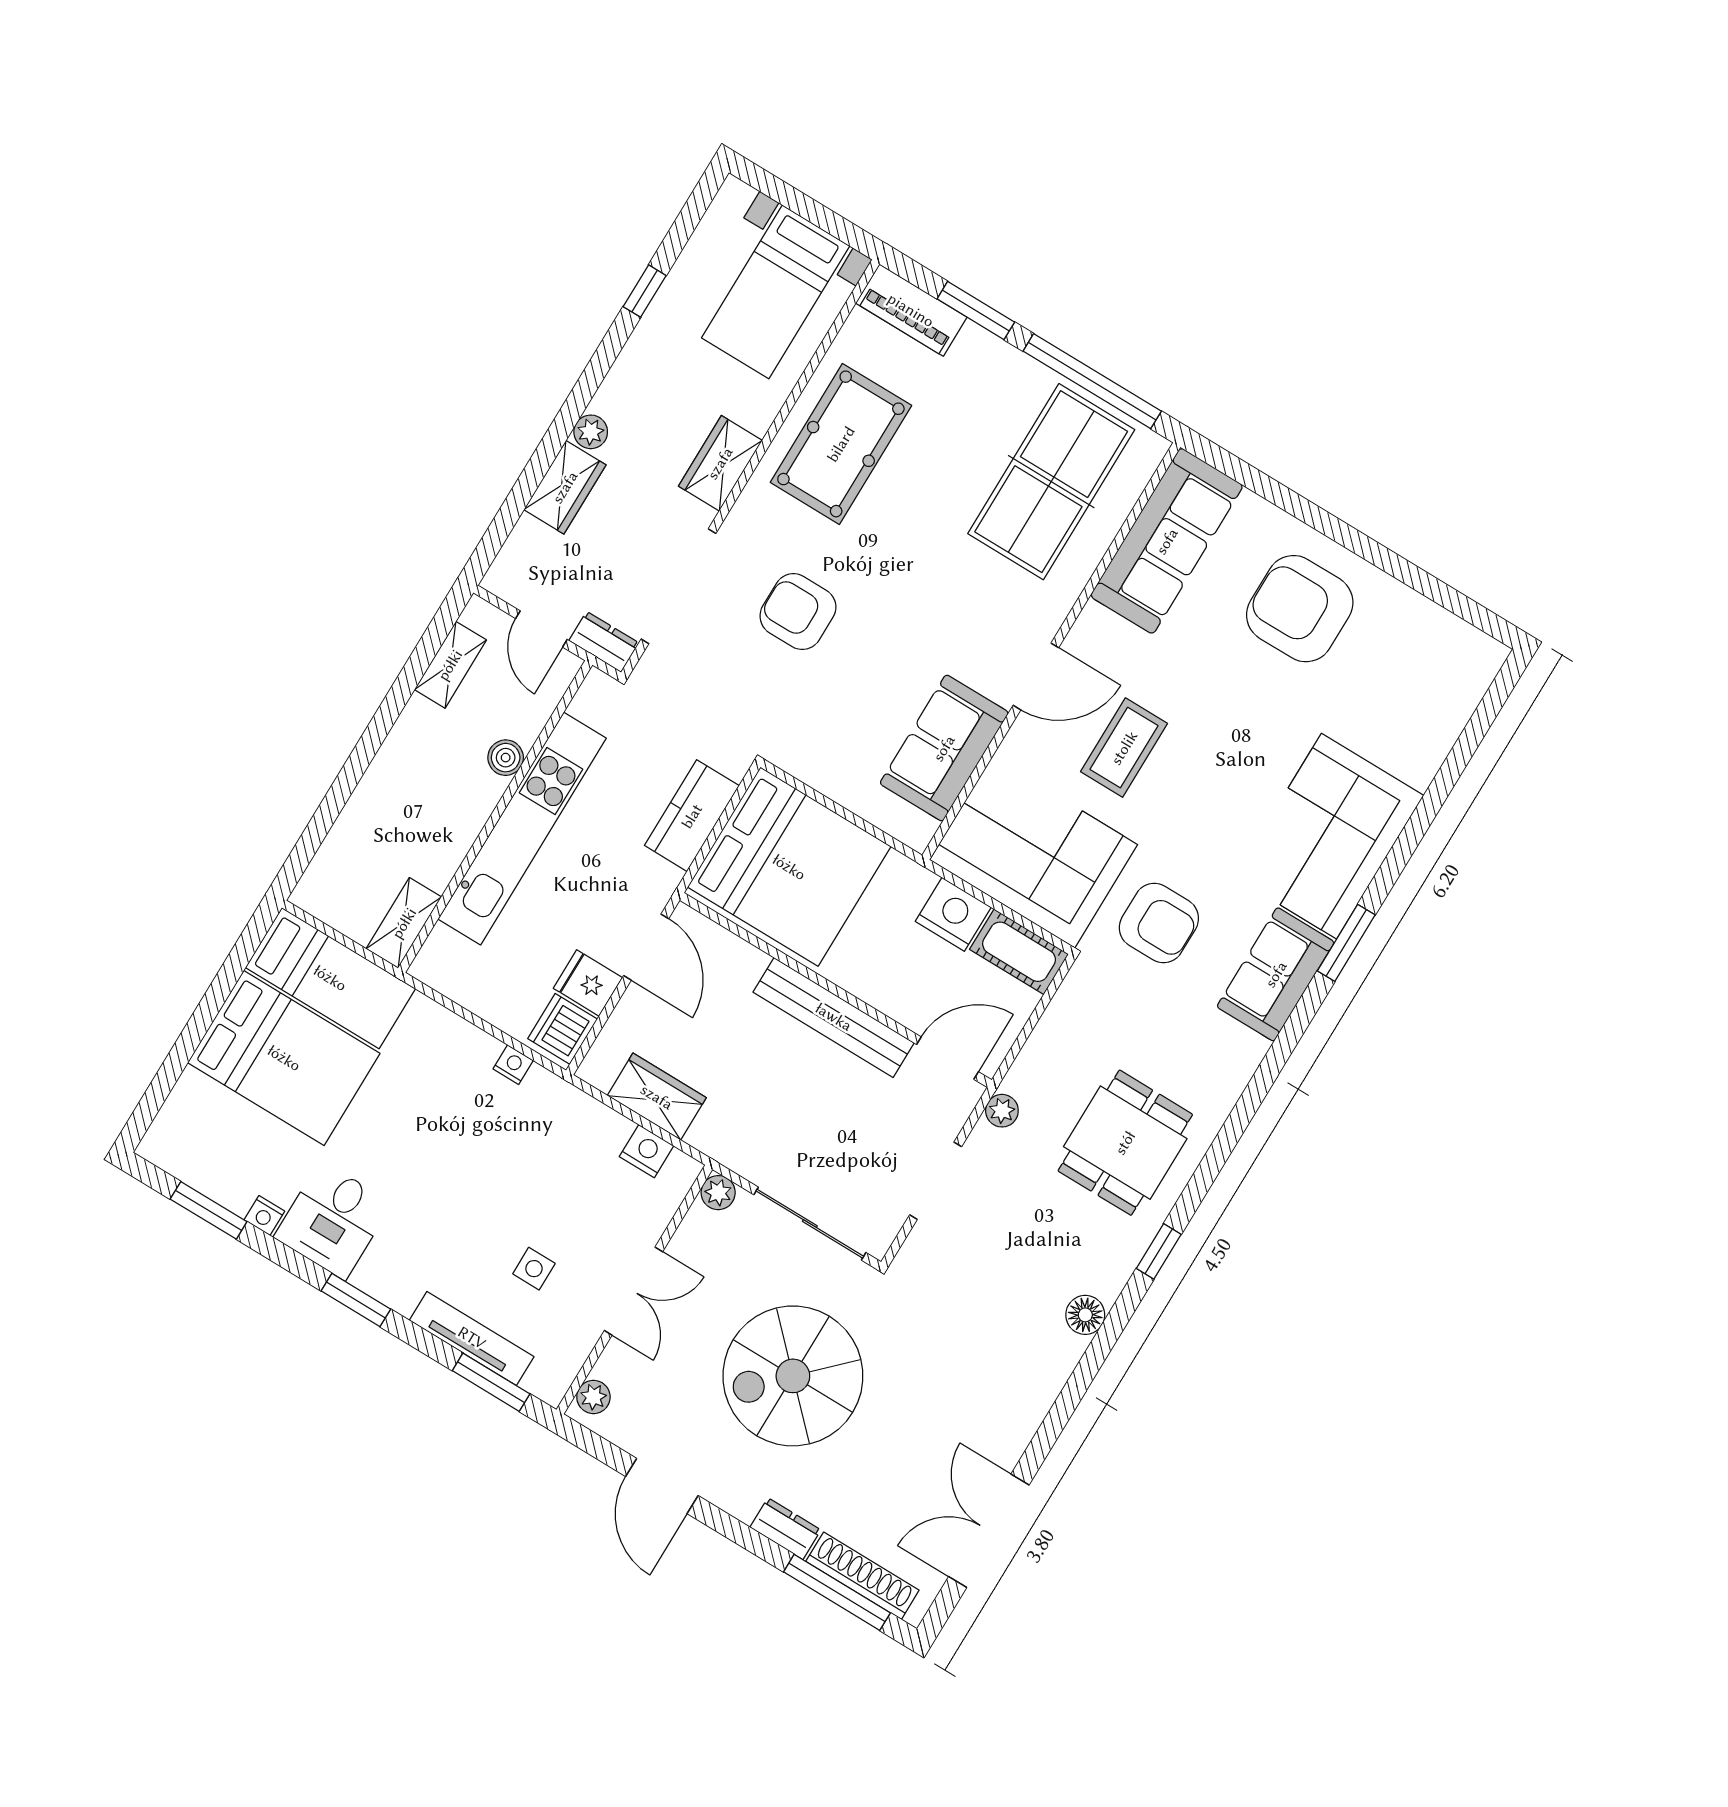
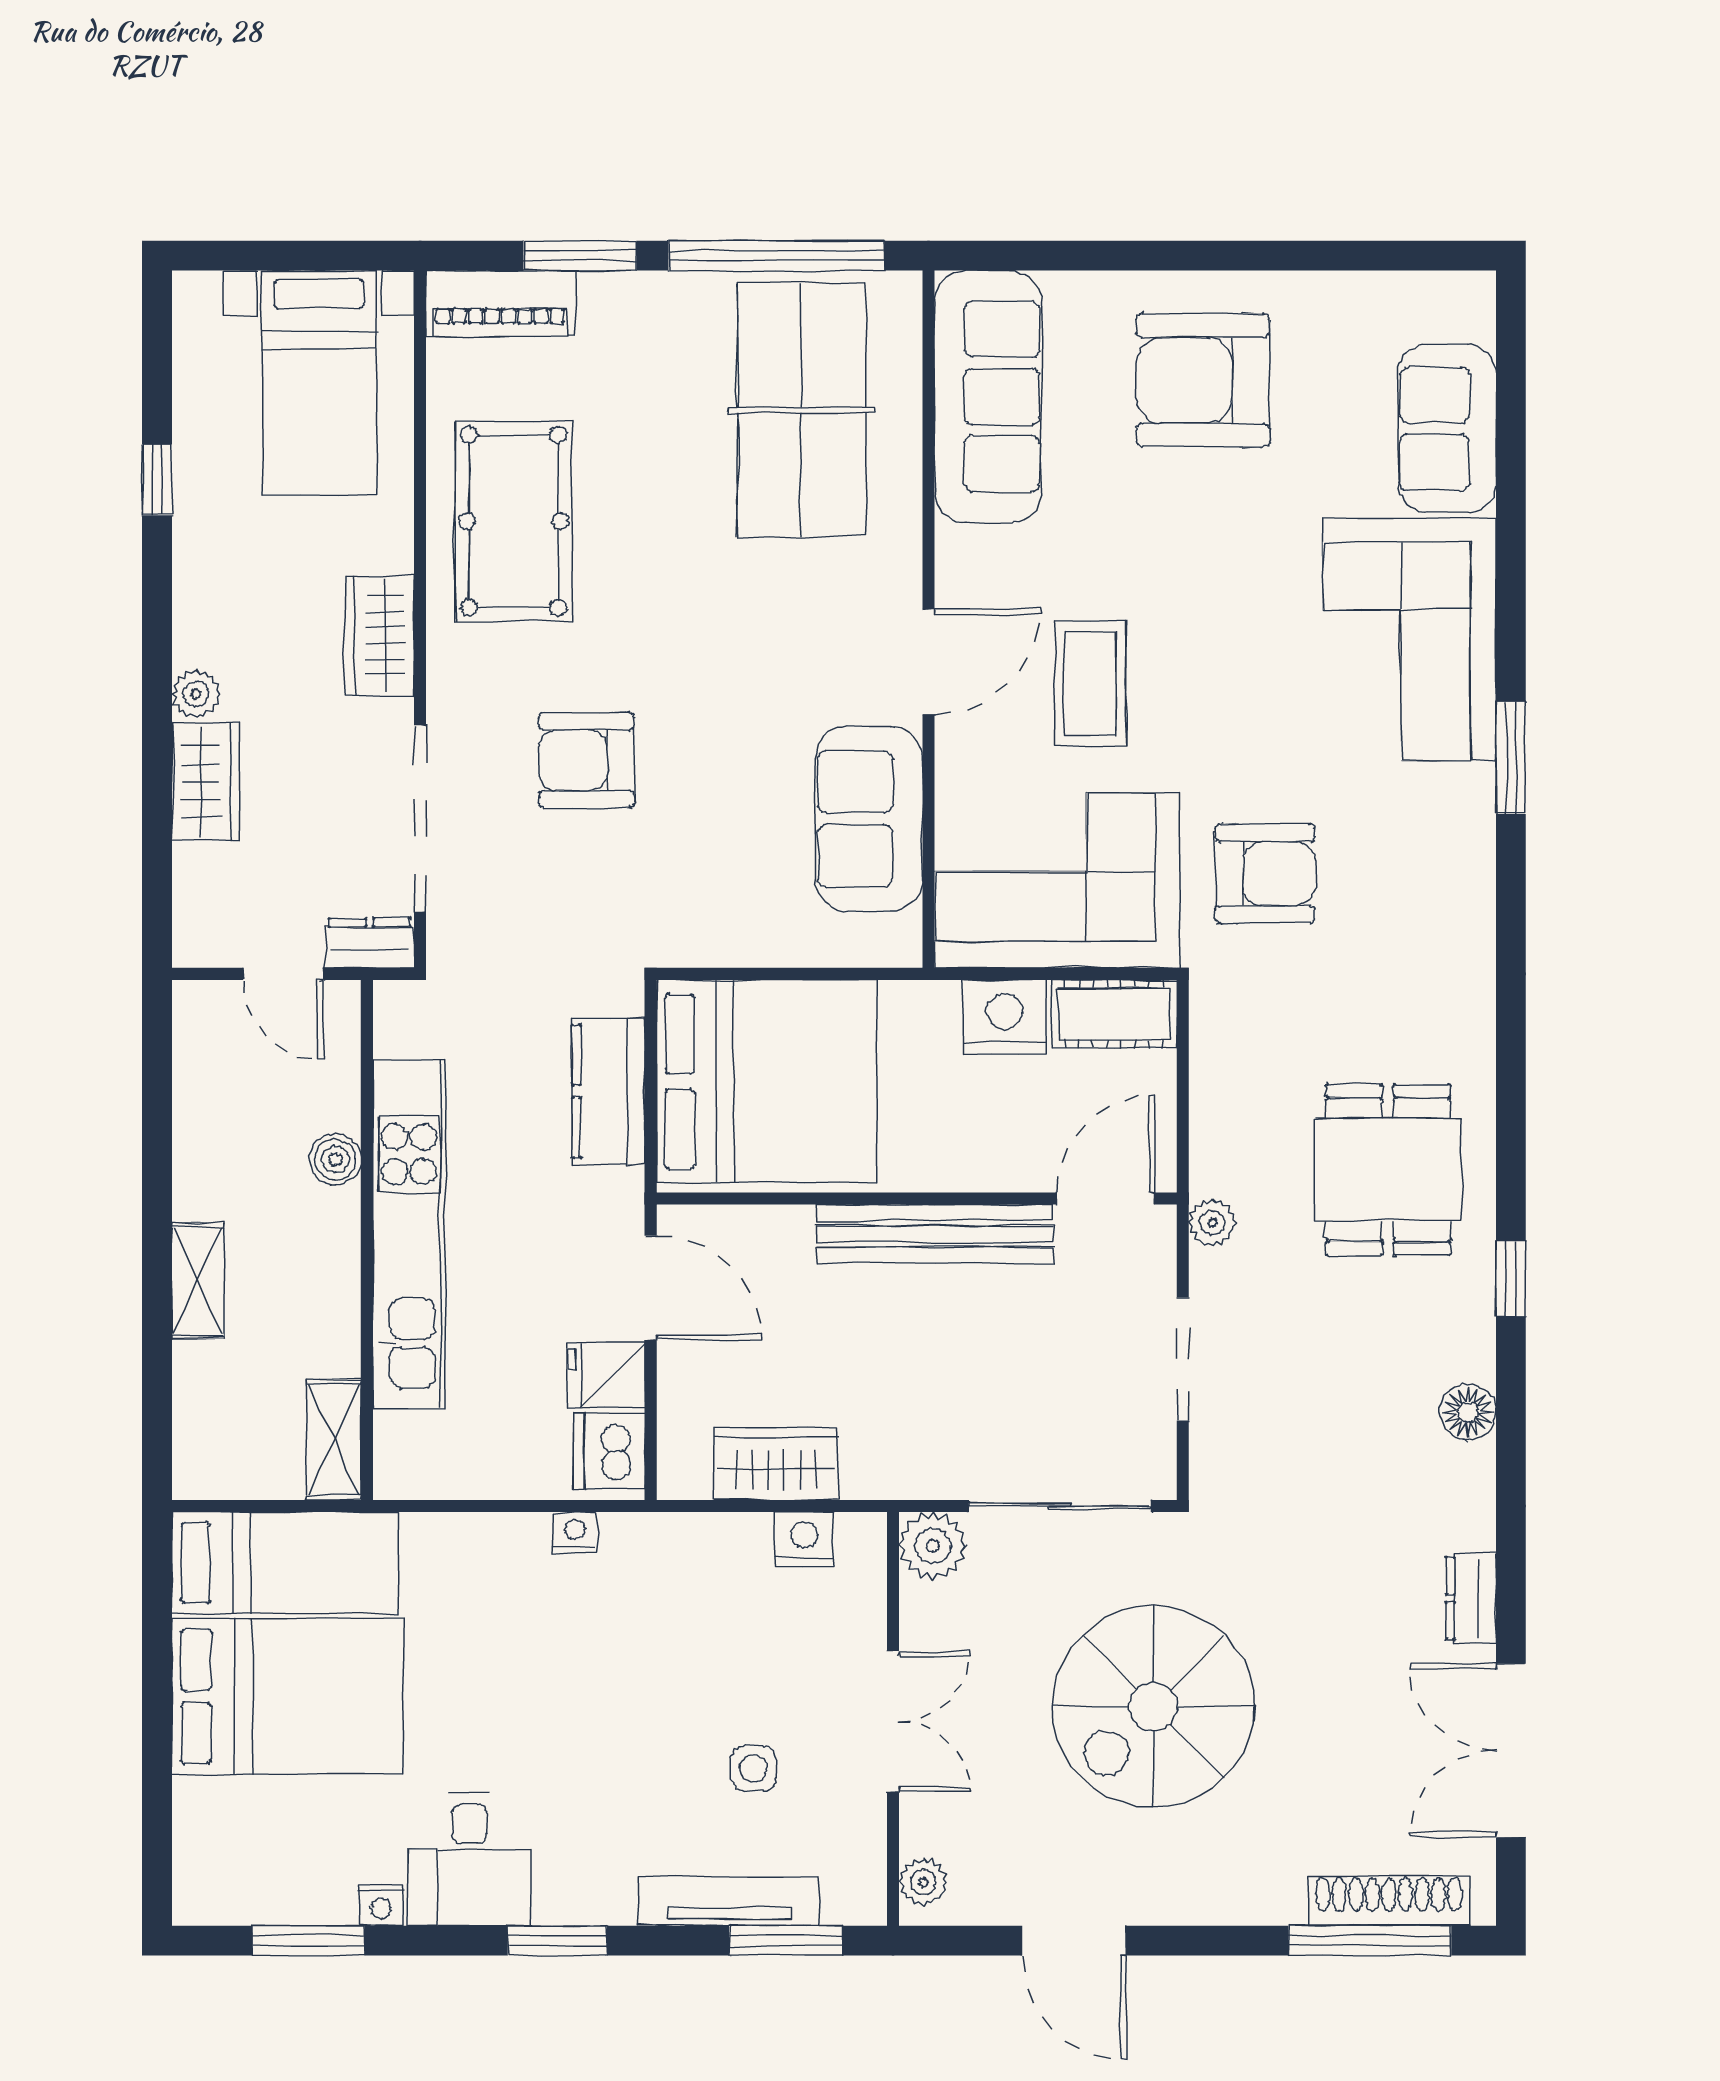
shelving: (450, 665) -> (198, 1281), moved
sofa: (1276, 974) -> (1447, 429), moved
plant: (718, 1193) -> (933, 1546), width x1.38, depth x1.38
dresser: (785, 1529) -> (1471, 1598), moved, turned -90

